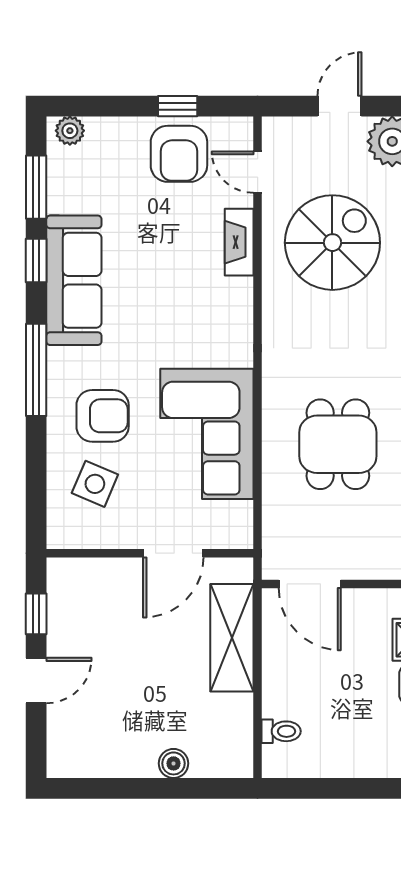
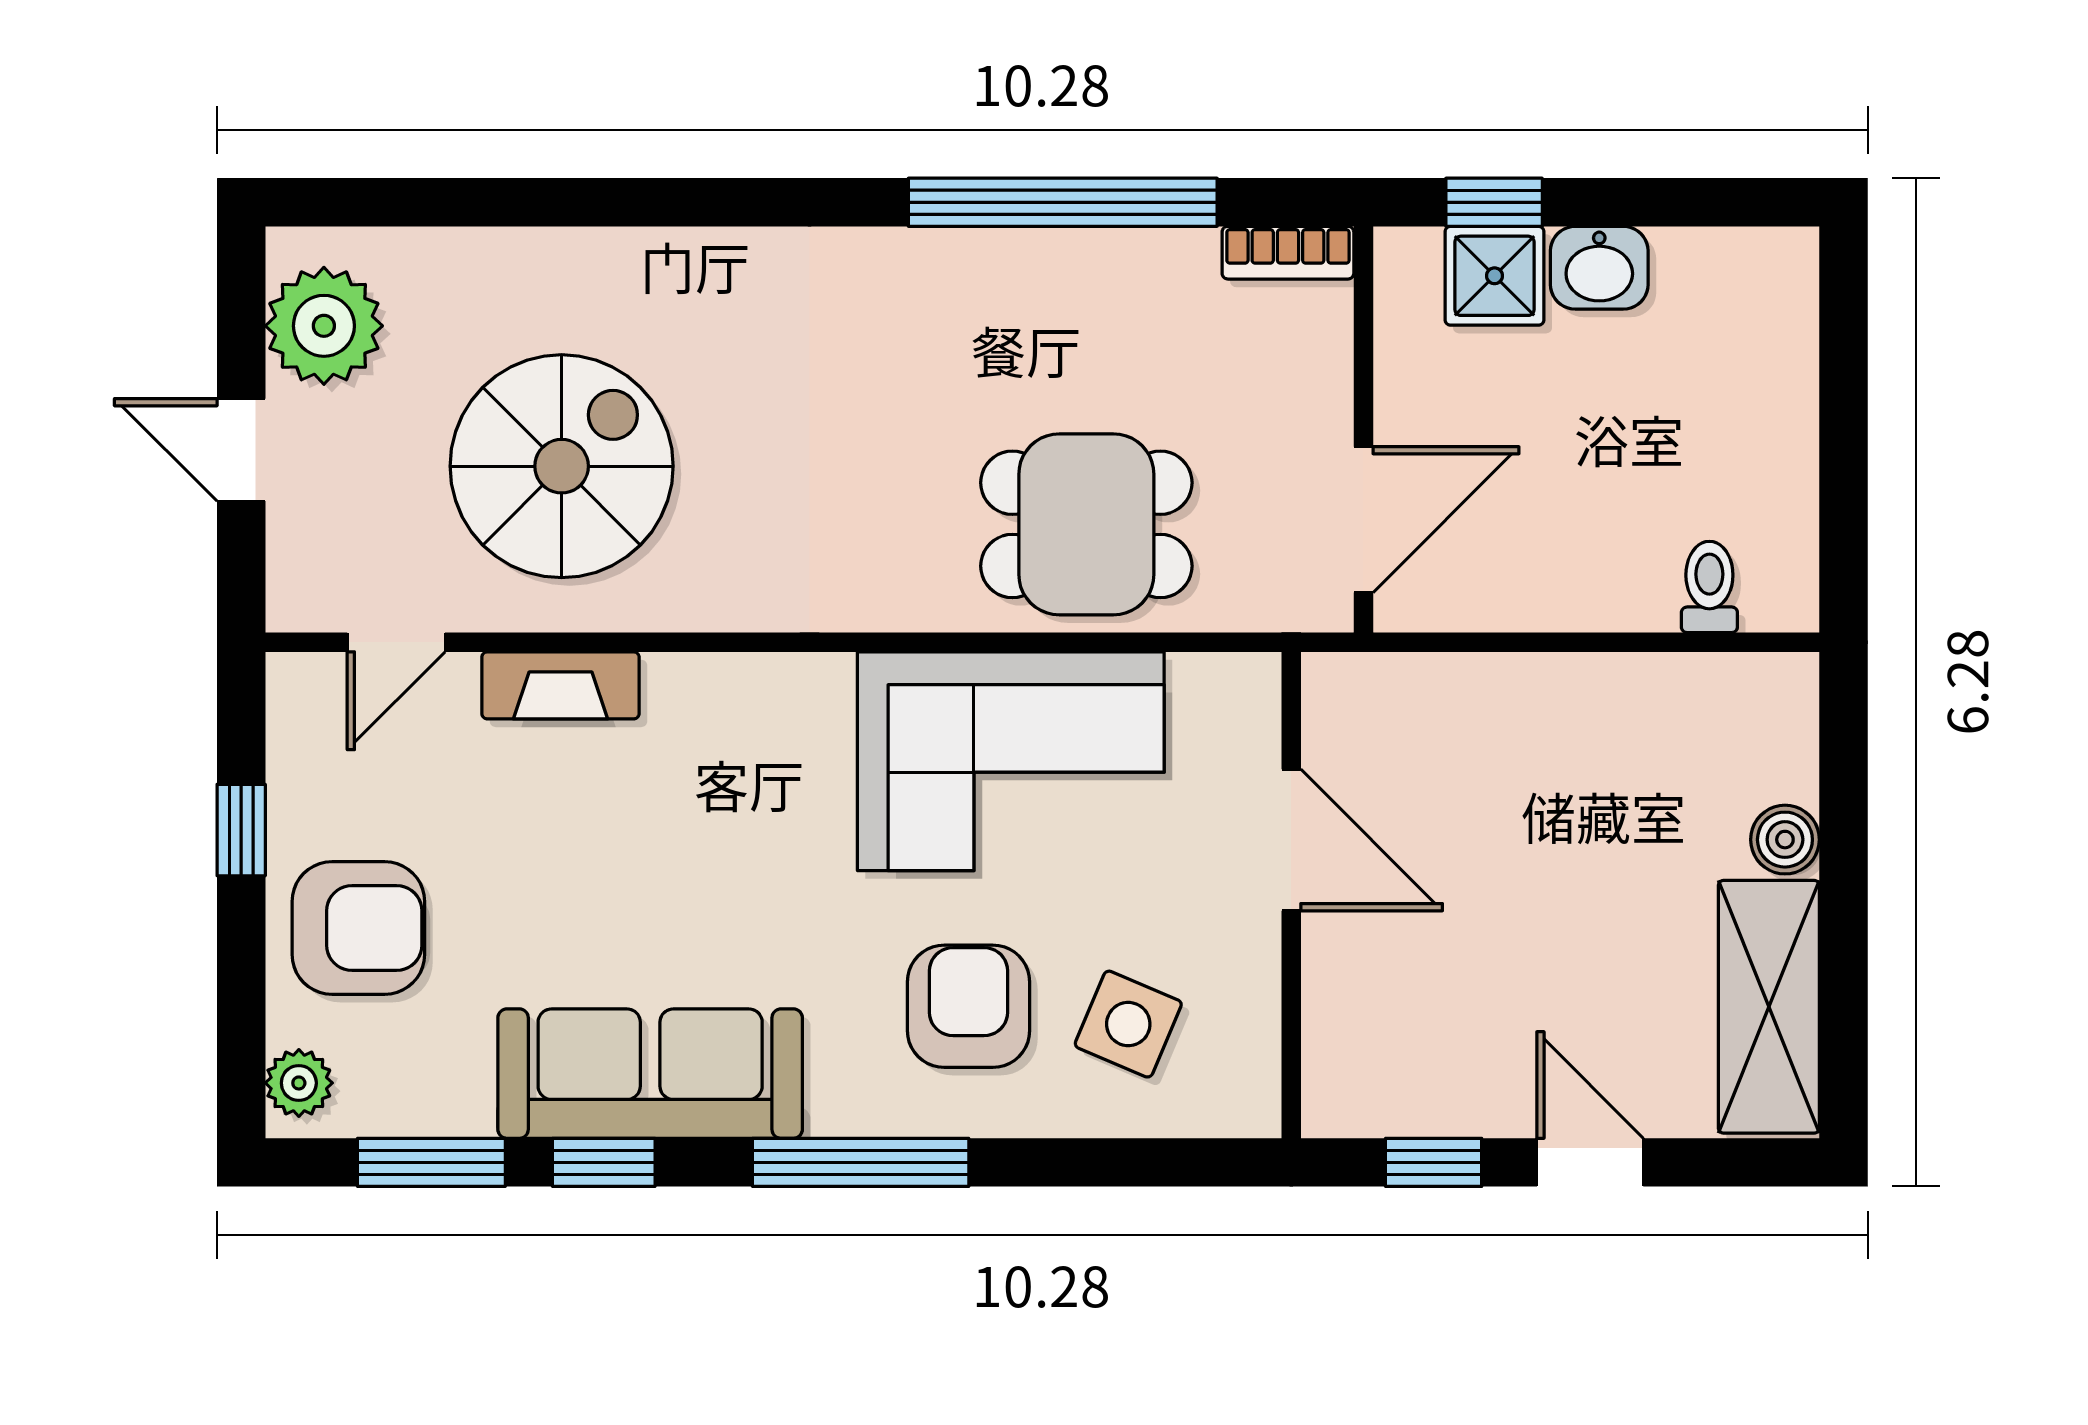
armchair: (179, 154) -> (358, 928), moved
spiral stairs: (332, 243) -> (562, 466), turned 90
dining table: (338, 444) -> (1086, 524), moved
shelving: (232, 638) -> (1769, 1007), moved, turned 90

